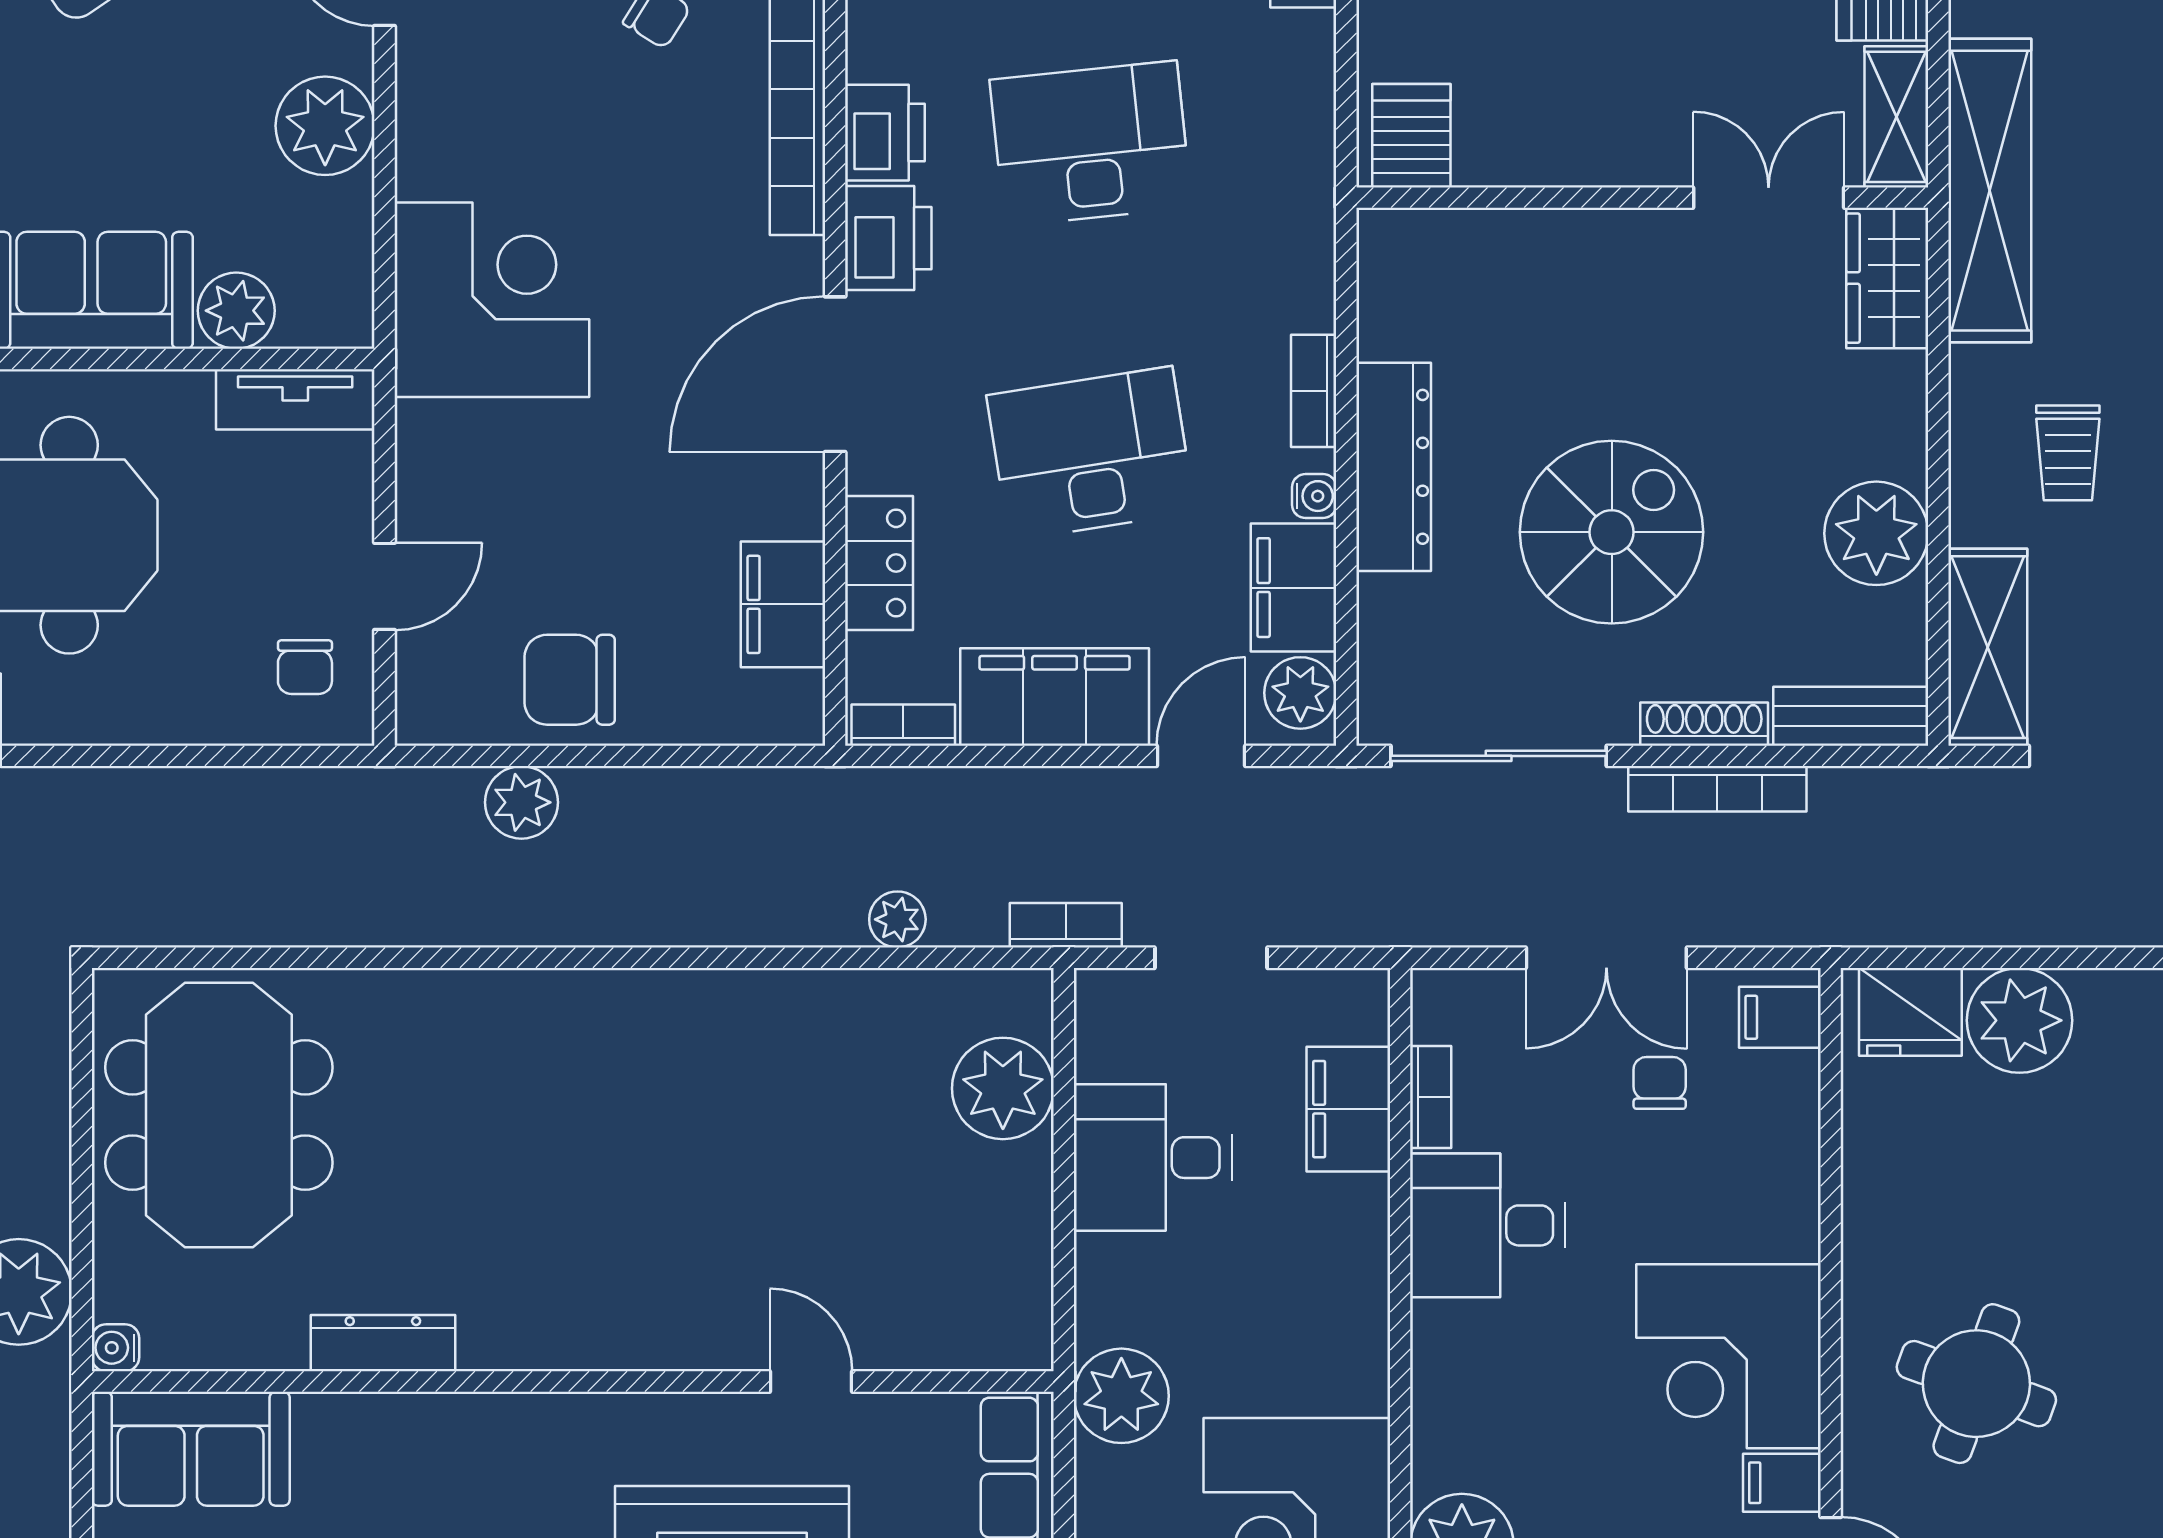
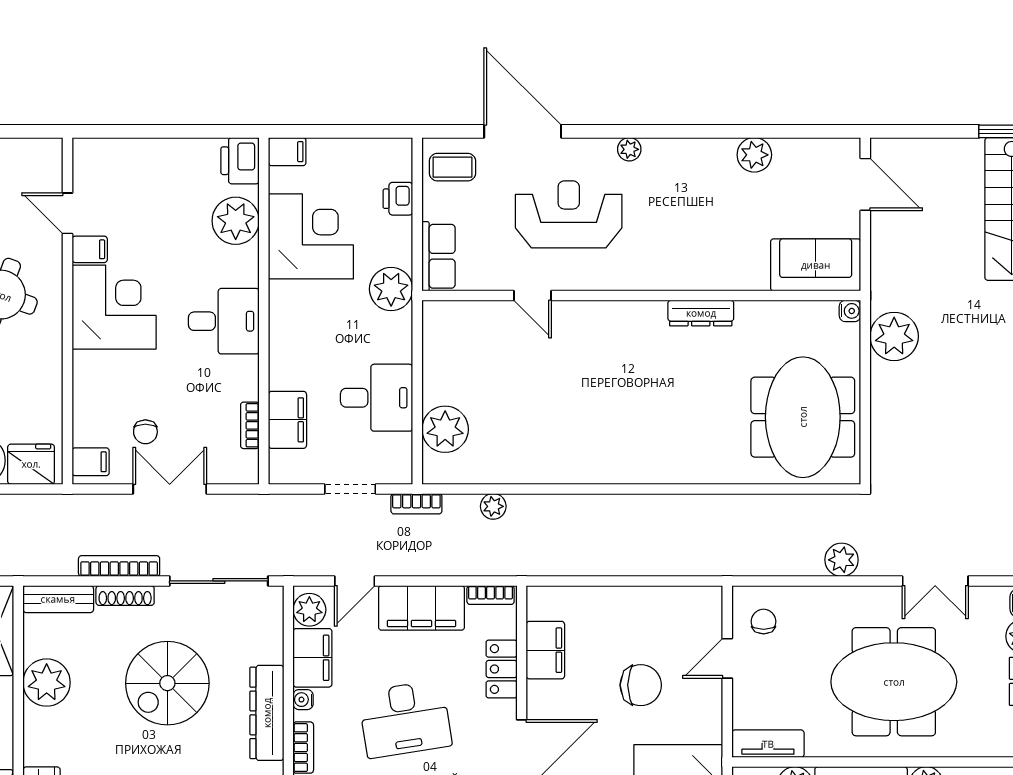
chair: (570, 680) -> (641, 685), moved
plant: (521, 802) -> (842, 560), moved
desk: (1488, 1225) -> (224, 321), moved
dresser: (383, 1343) -> (701, 313), moved

